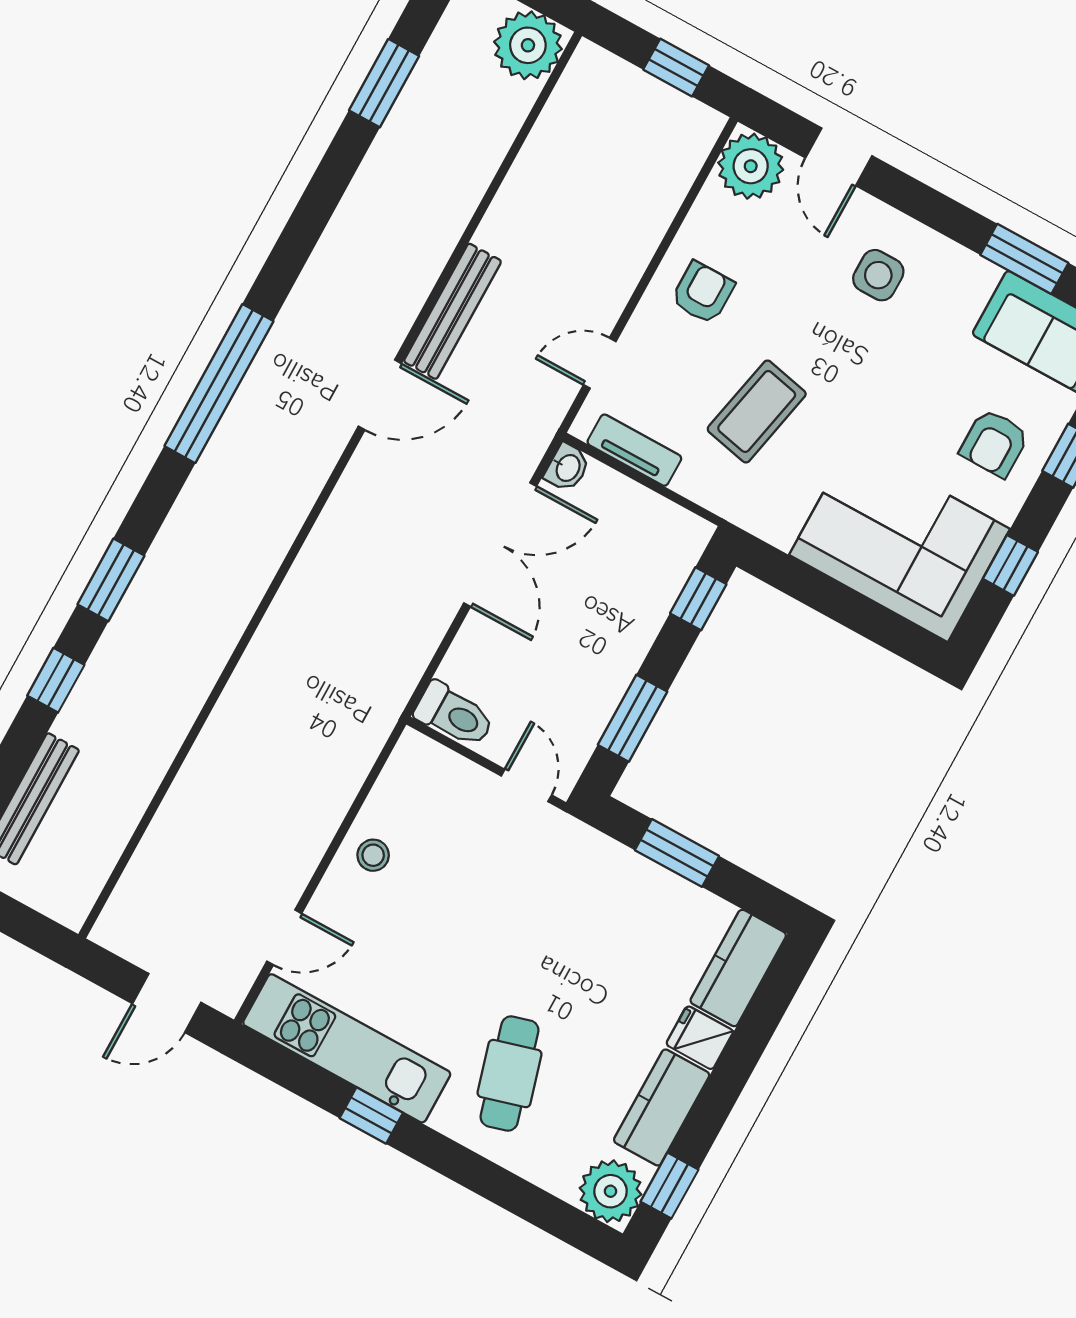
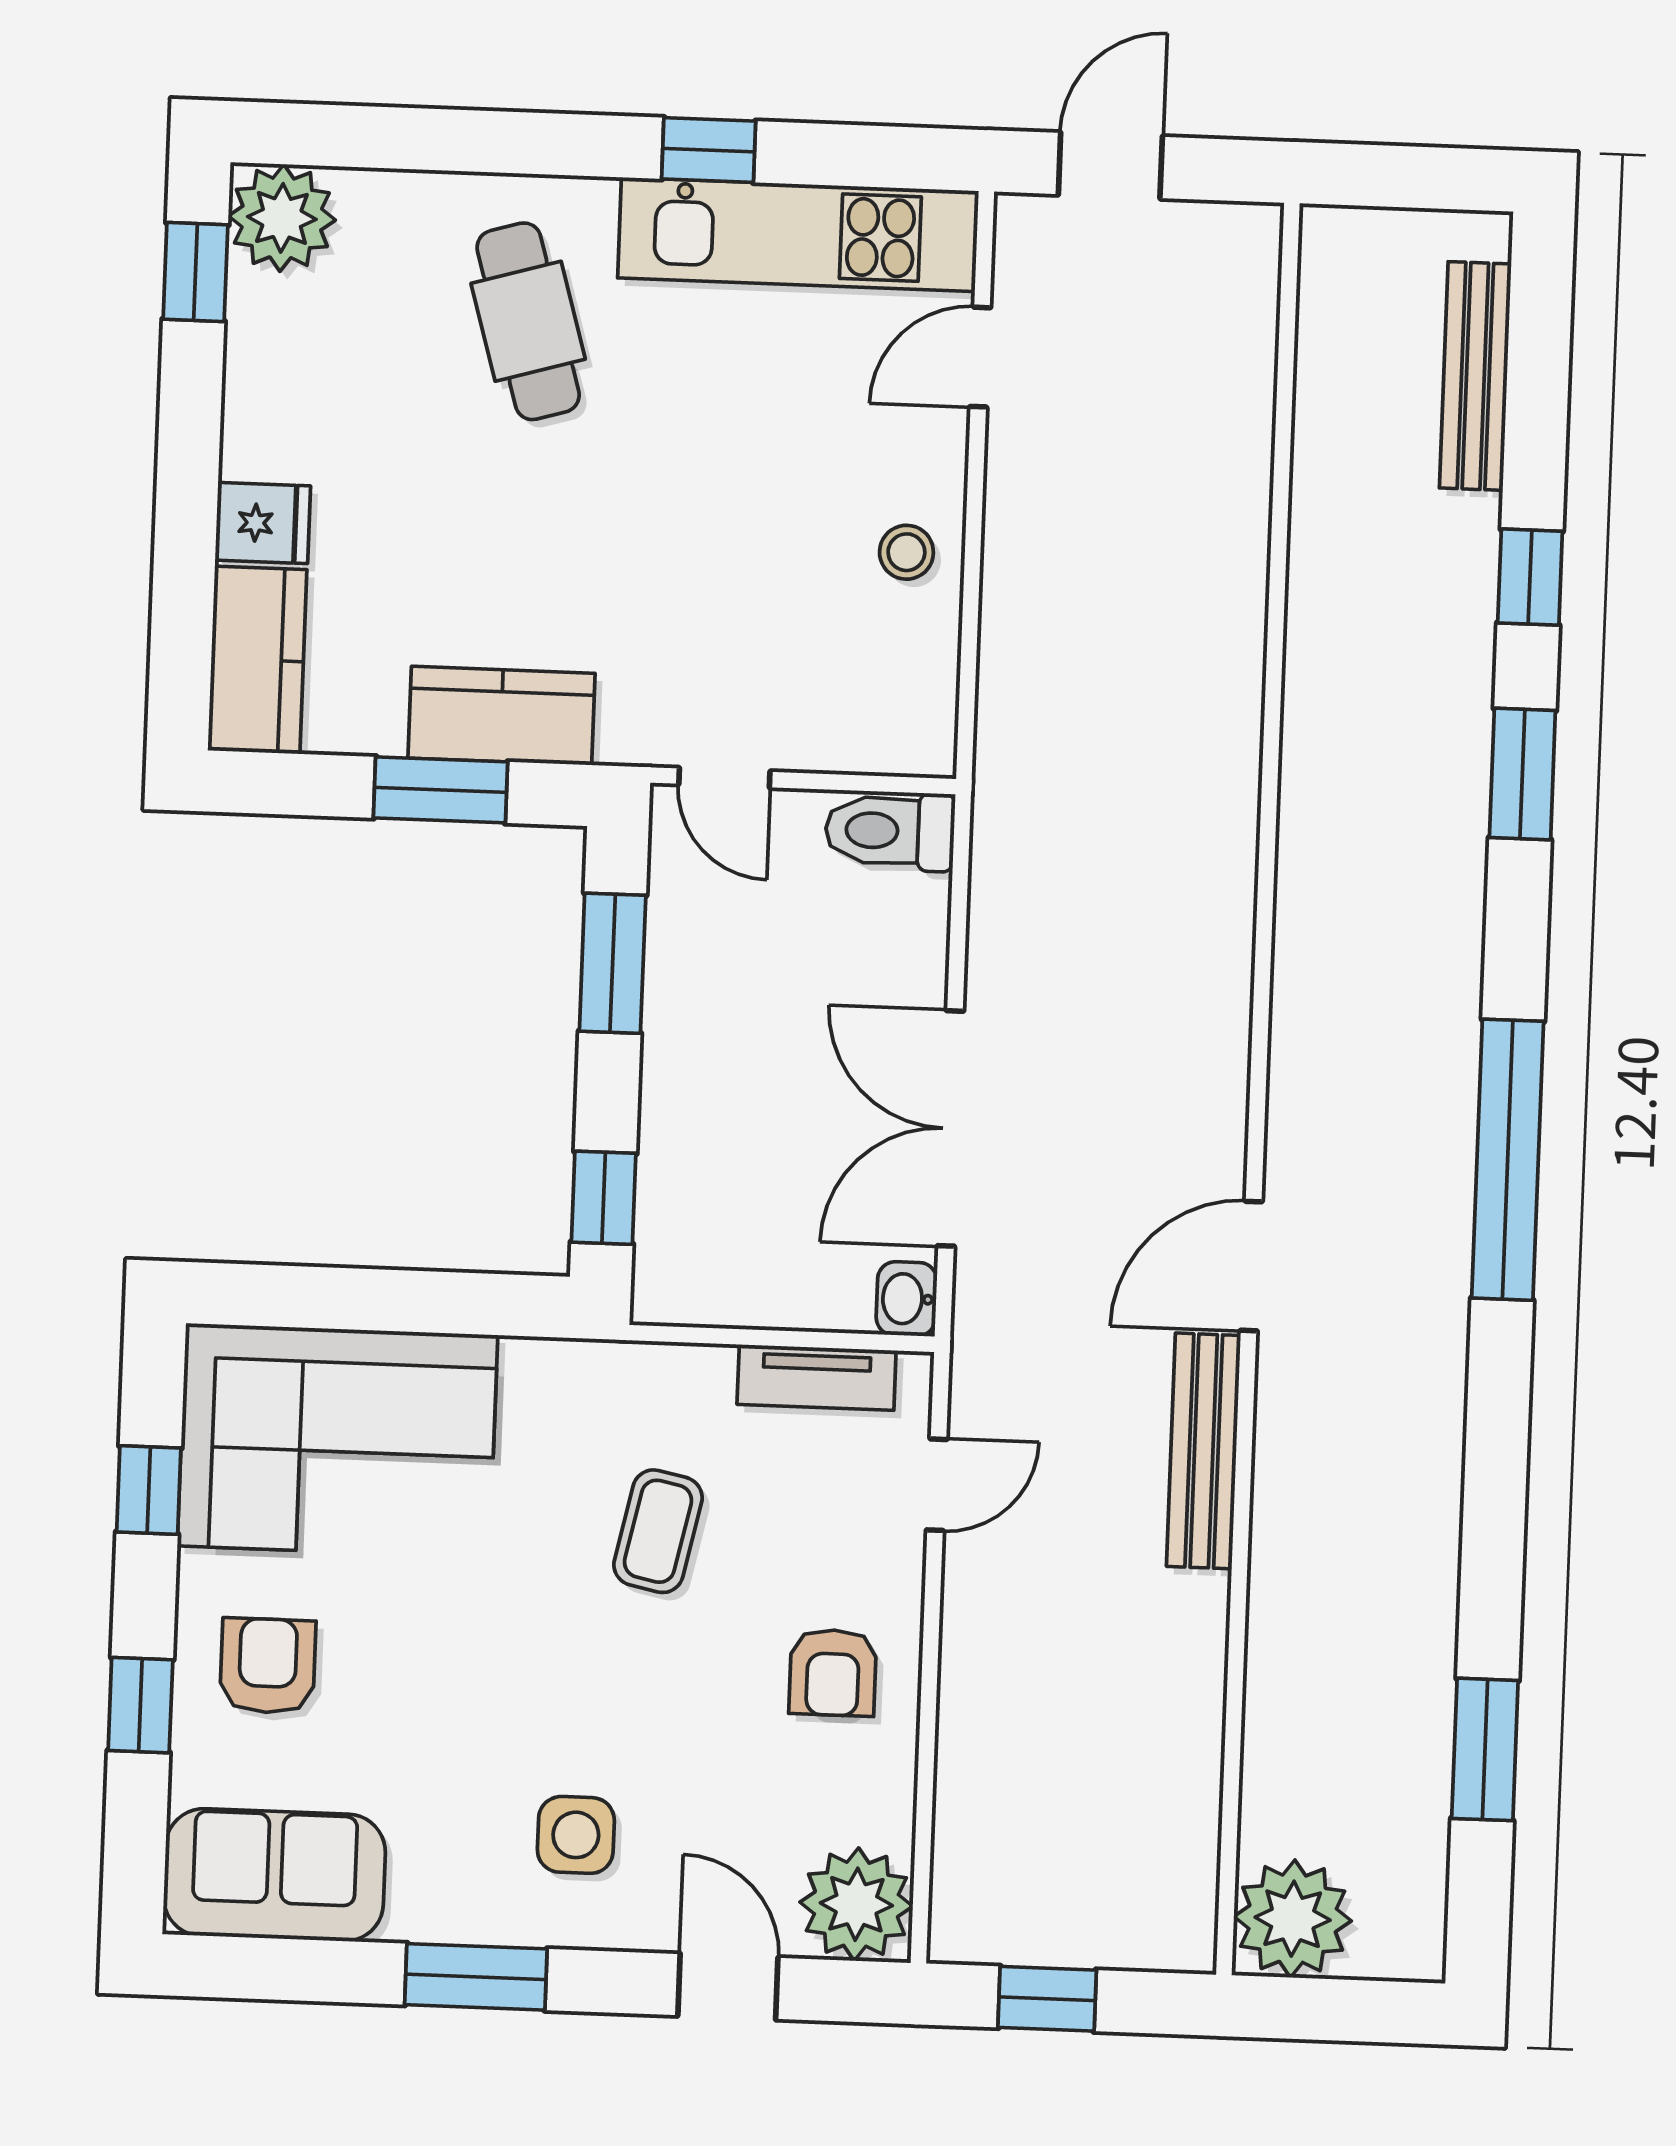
window: (1024, 259) -> (476, 1977), moved
coffee table: (757, 411) -> (658, 1531), width x0.73, depth x0.77
kitchen counter: (662, 1107) -> (501, 716), moved, turned -90

